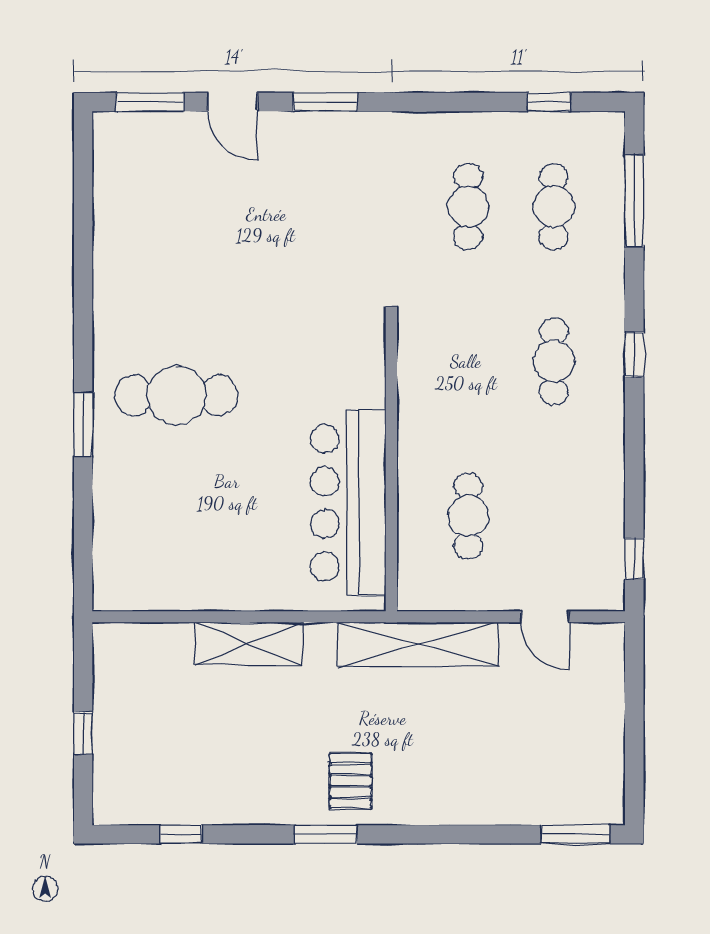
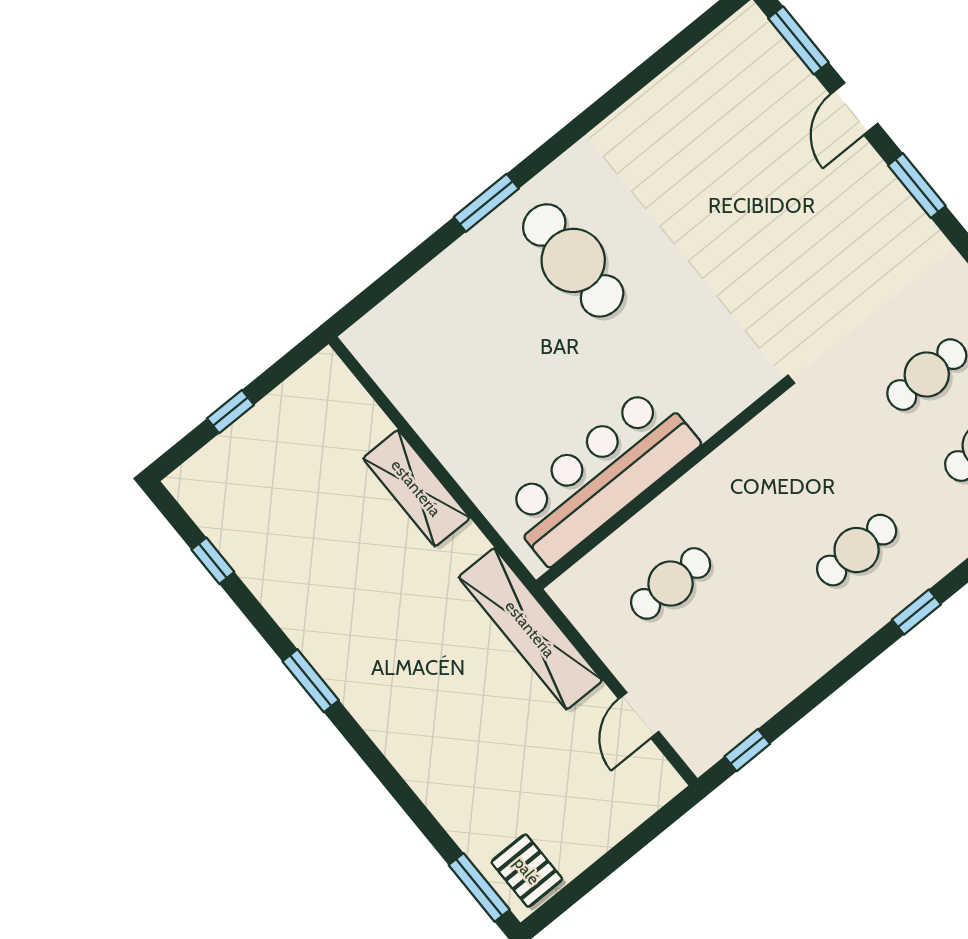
pallet: (351, 781) -> (527, 871), moved, turned 90

